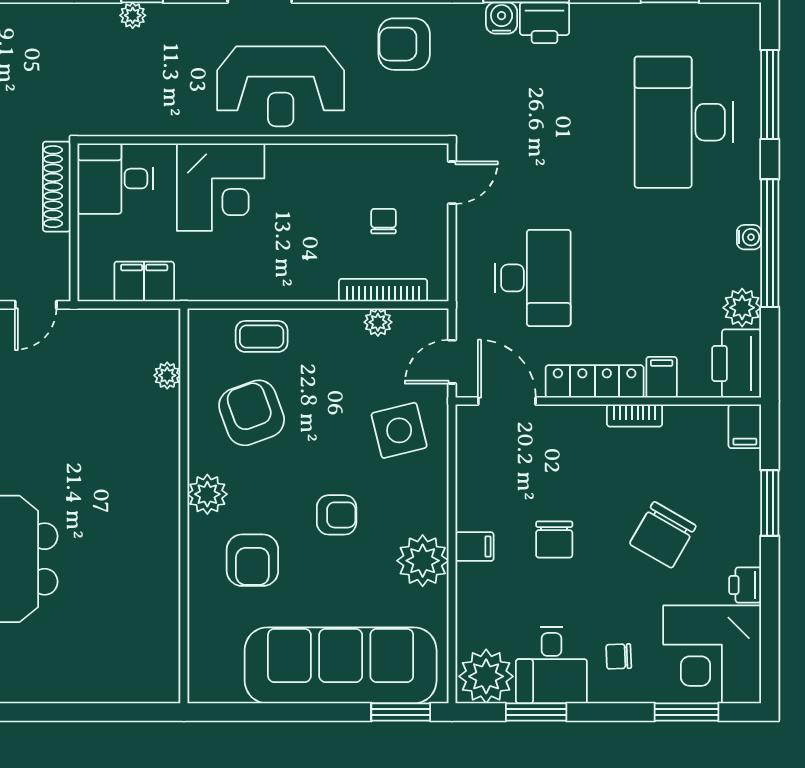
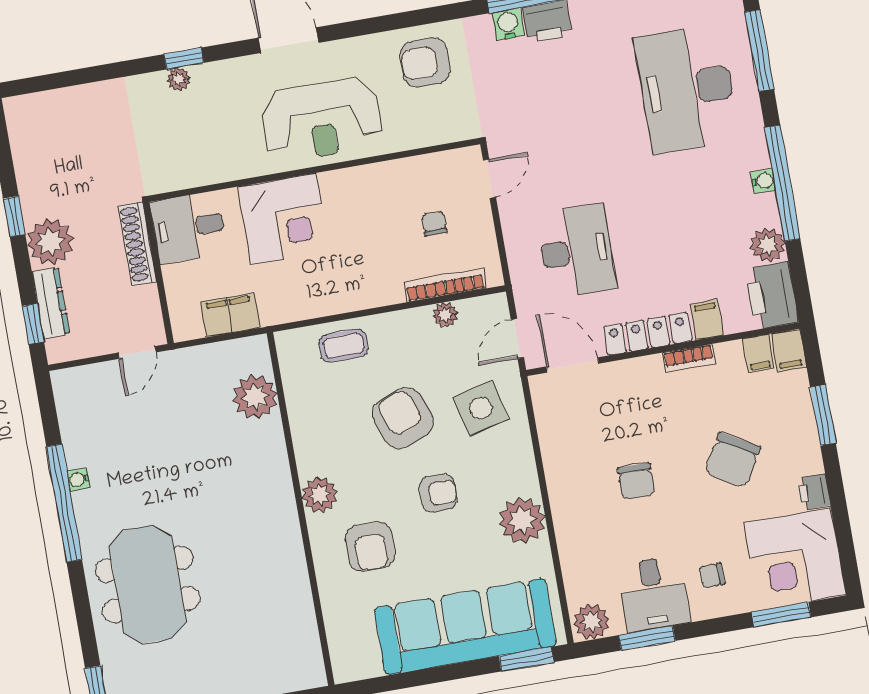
plant: (167, 375) -> (255, 397), width x1.88, depth x1.88
armchair: (252, 413) -> (403, 418), moved
filing cabinet: (475, 547) -> (758, 353), moved, turned 90
plant: (486, 676) -> (591, 621), width x0.73, depth x0.73

